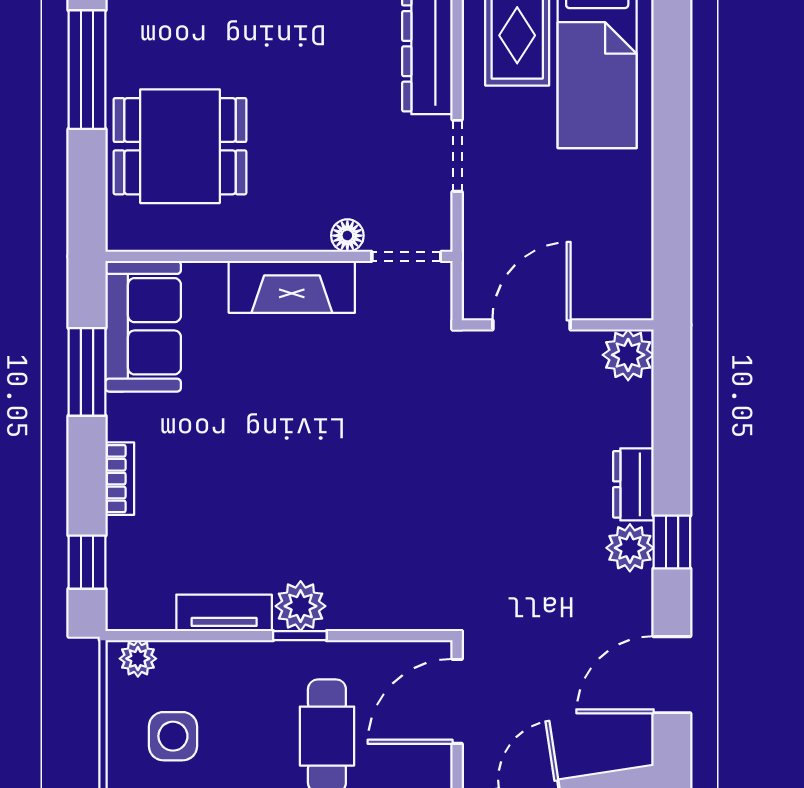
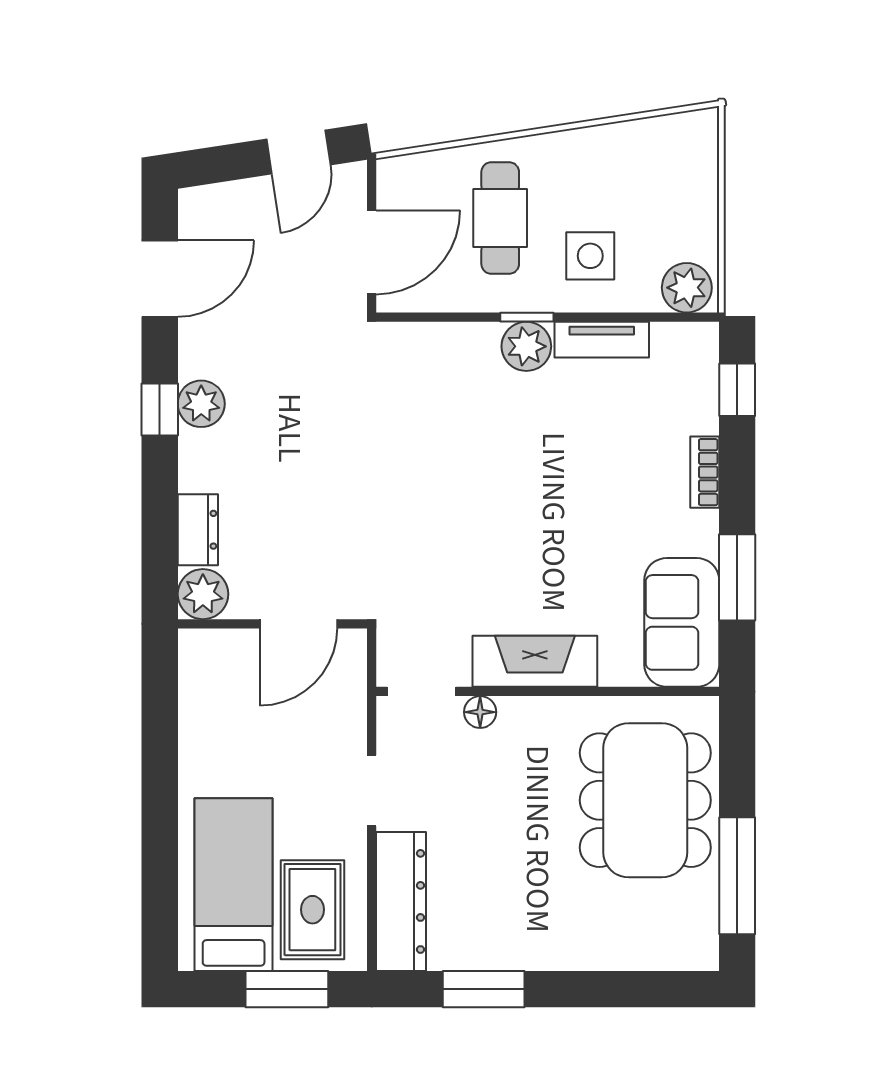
dining table: (180, 146) -> (645, 800), width x1.38
dresser: (633, 484) -> (198, 530), moved
plant: (138, 659) -> (687, 288), width x1.38, depth x1.38
side table: (173, 736) -> (590, 256), moved

